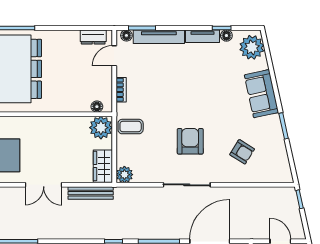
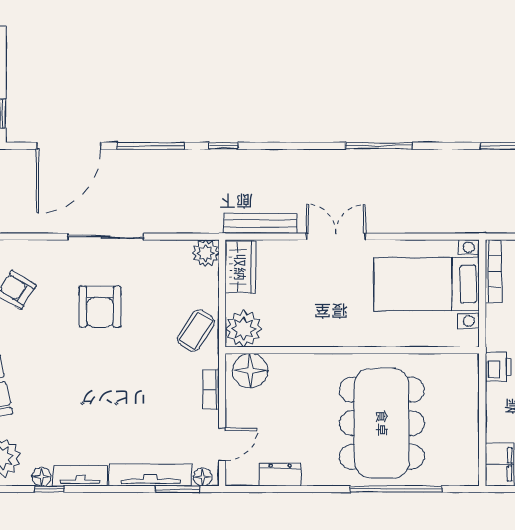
dresser: (93, 37) -> (280, 474), moved
floor lamp: (97, 107) -> (250, 371), width x1.89, depth x1.89
coffee table: (131, 127) -> (196, 330), turned -57

